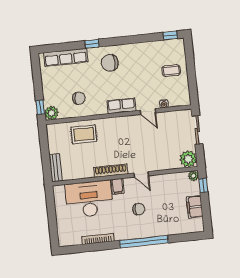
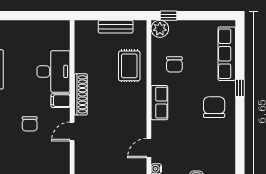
row of seats: (121, 106) -> (159, 103), moved
bench: (56, 168) -> (116, 27), moved
desk: (89, 199) -> (53, 71), width x0.73, depth x0.77

